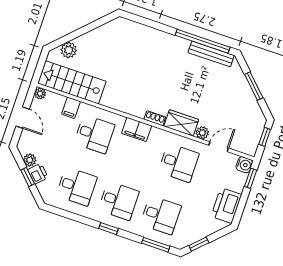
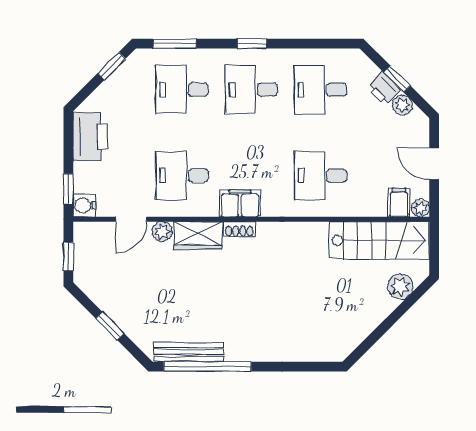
window: (254, 86) -> (110, 326), width x0.67
filing cabinet: (71, 108) -> (399, 203), moved
filing cabinet: (137, 129) -> (240, 203), moved

